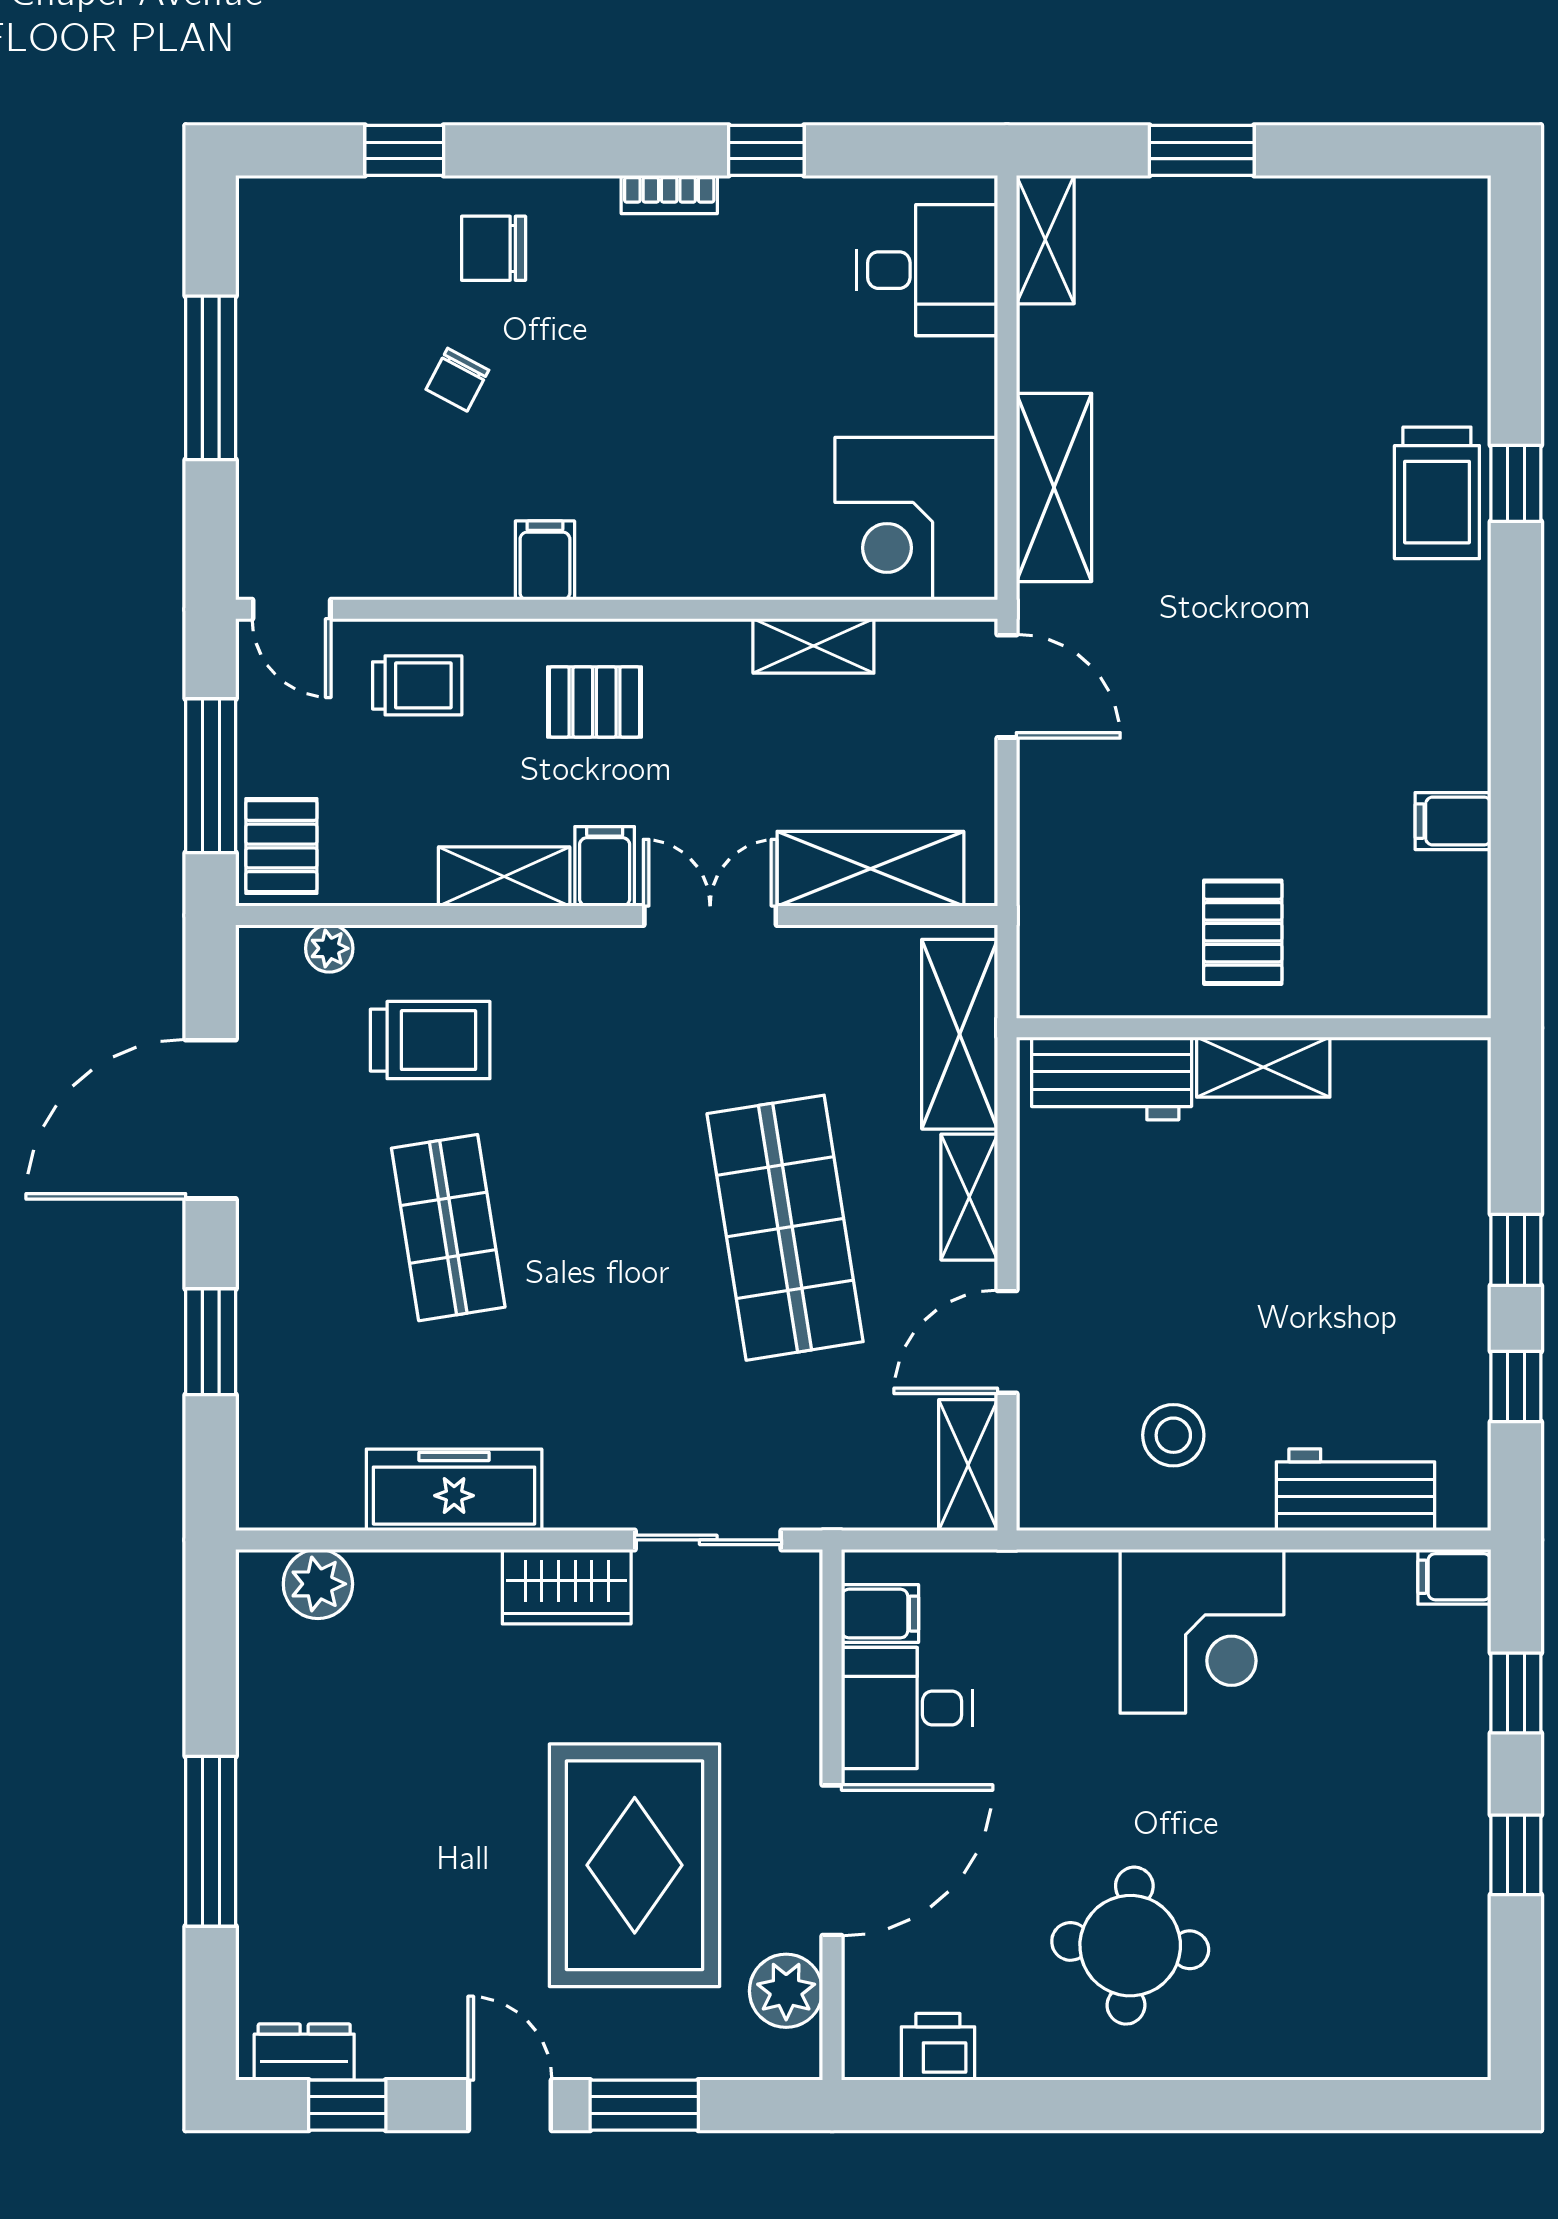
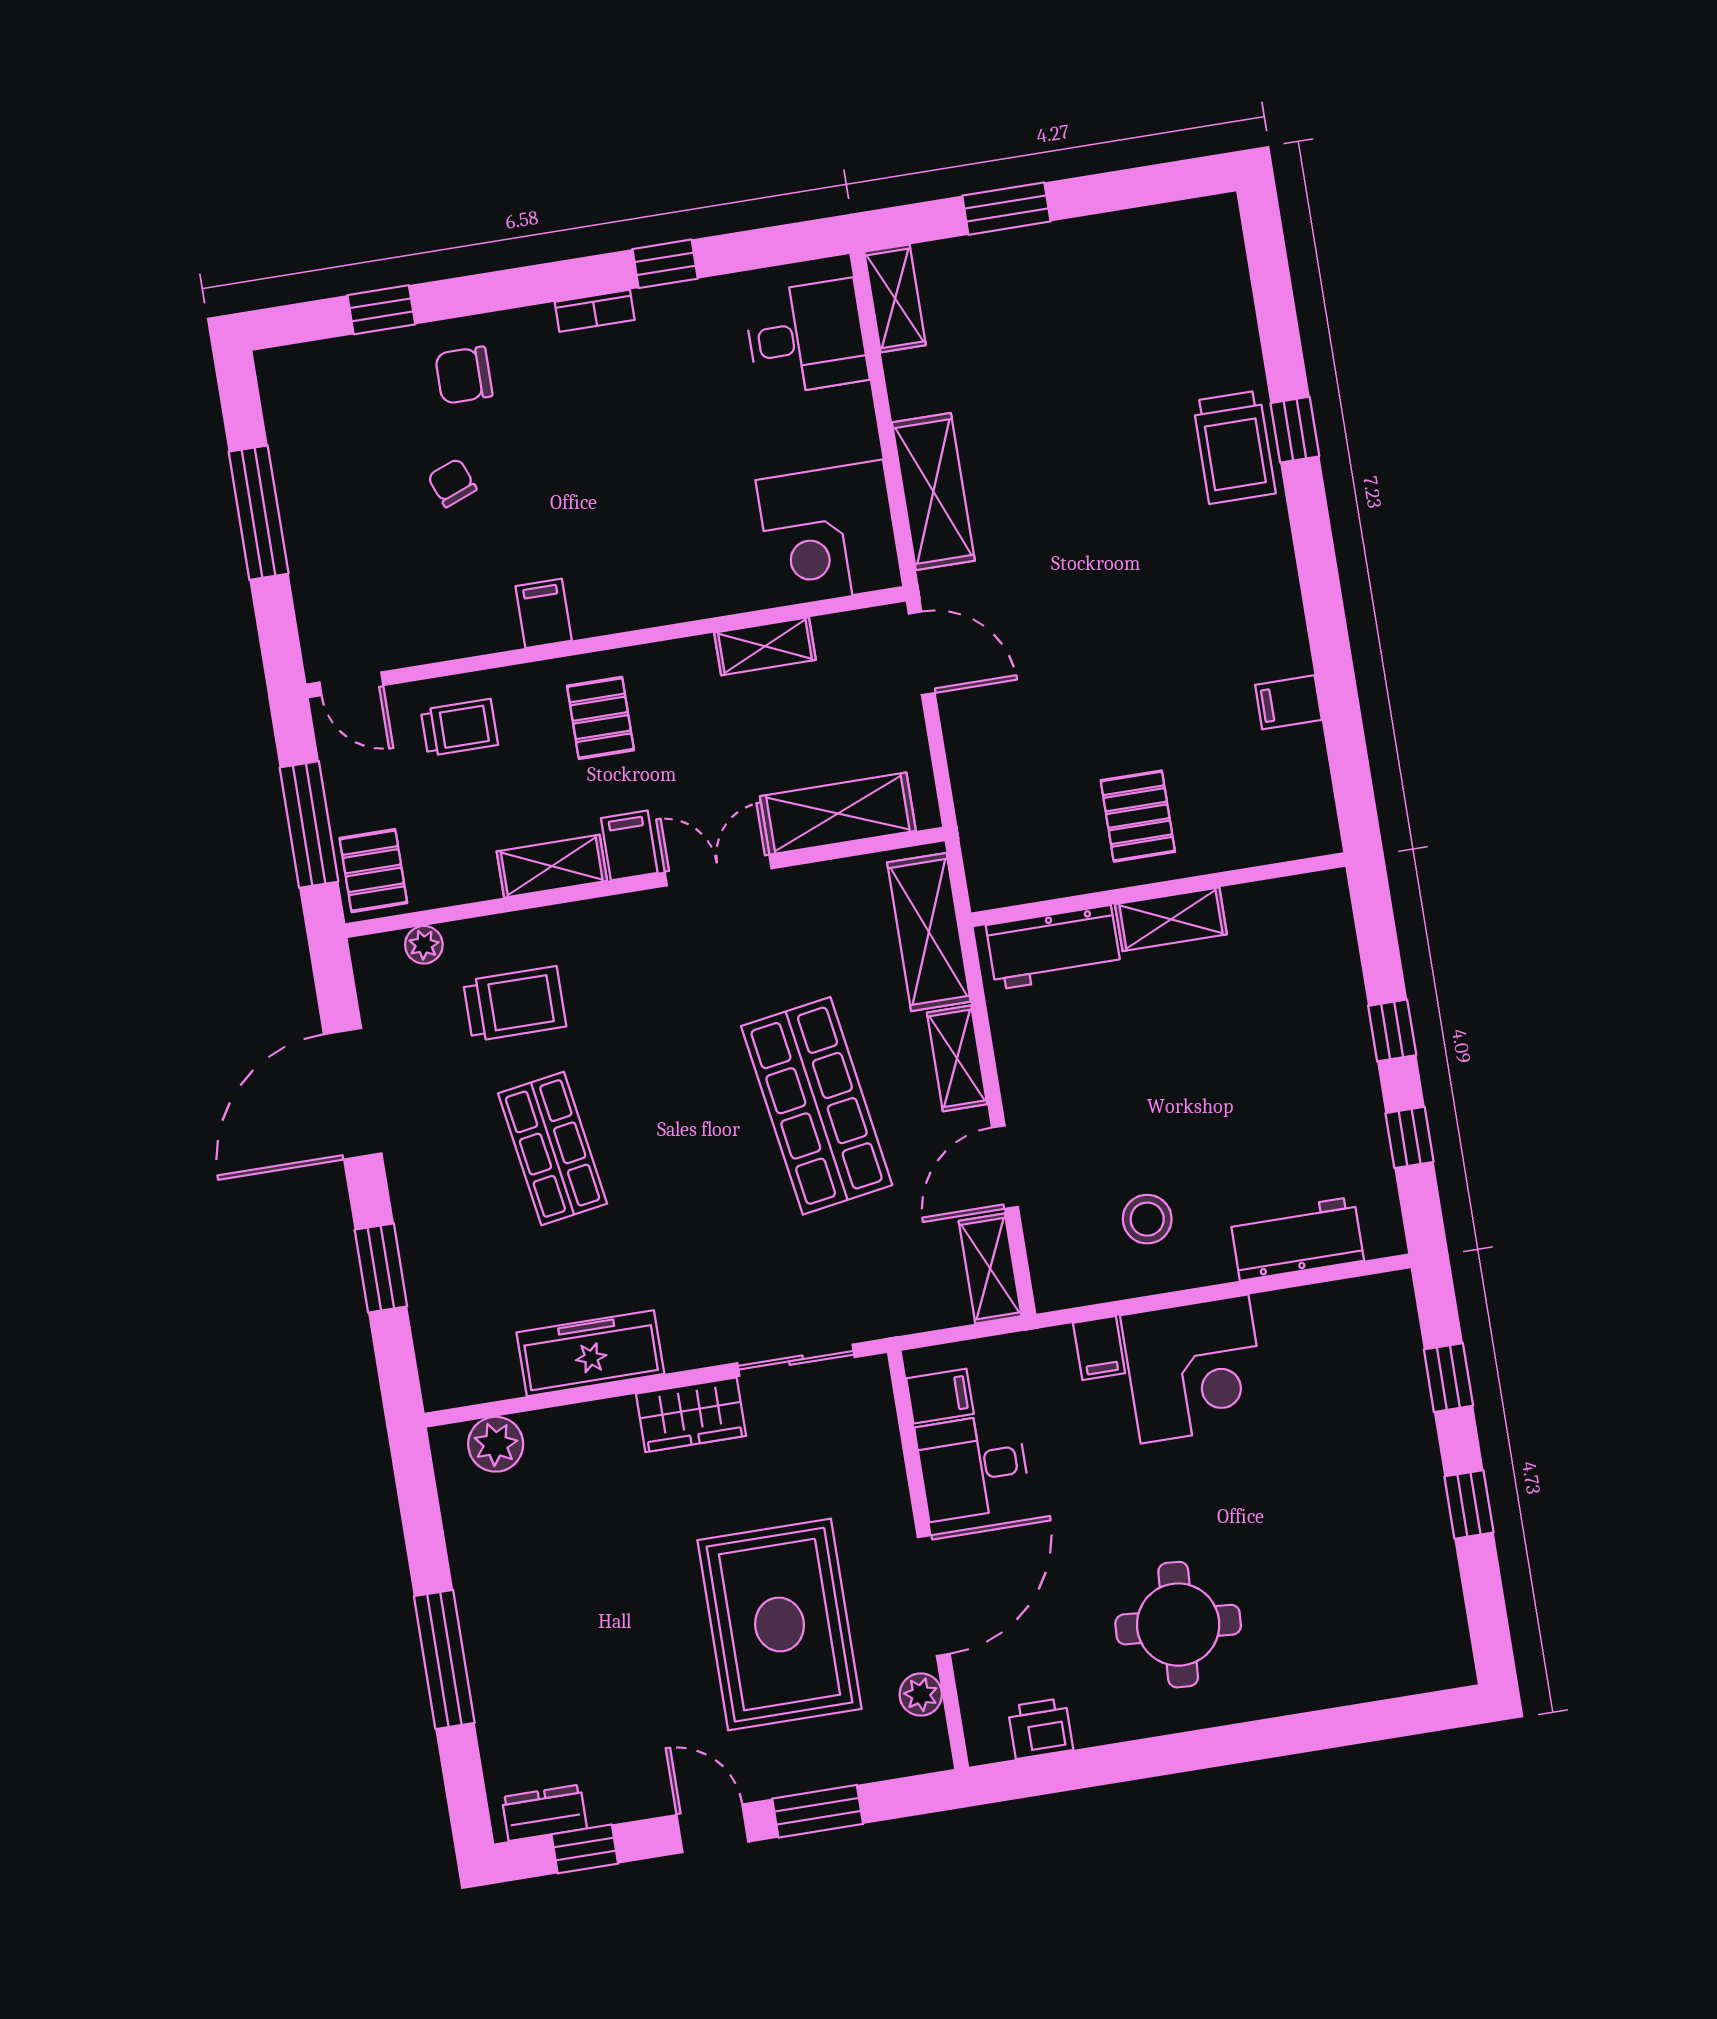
chair: (457, 380) -> (452, 483), turned 131
pallet: (595, 702) -> (600, 718), turned 90
filing cabinet: (1454, 1577) -> (1099, 1348), moved, turned -90
plant: (786, 1991) -> (921, 1695), width x0.73, depth x0.73

